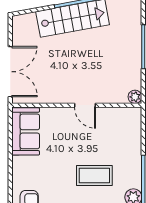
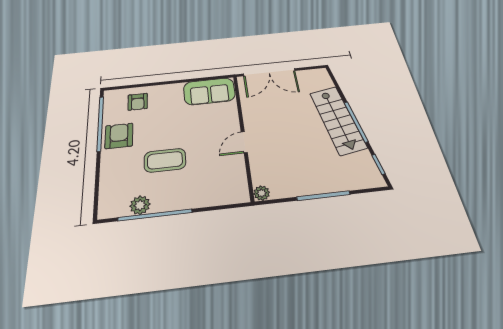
coffee table: (94, 176) -> (165, 160), turned 90

